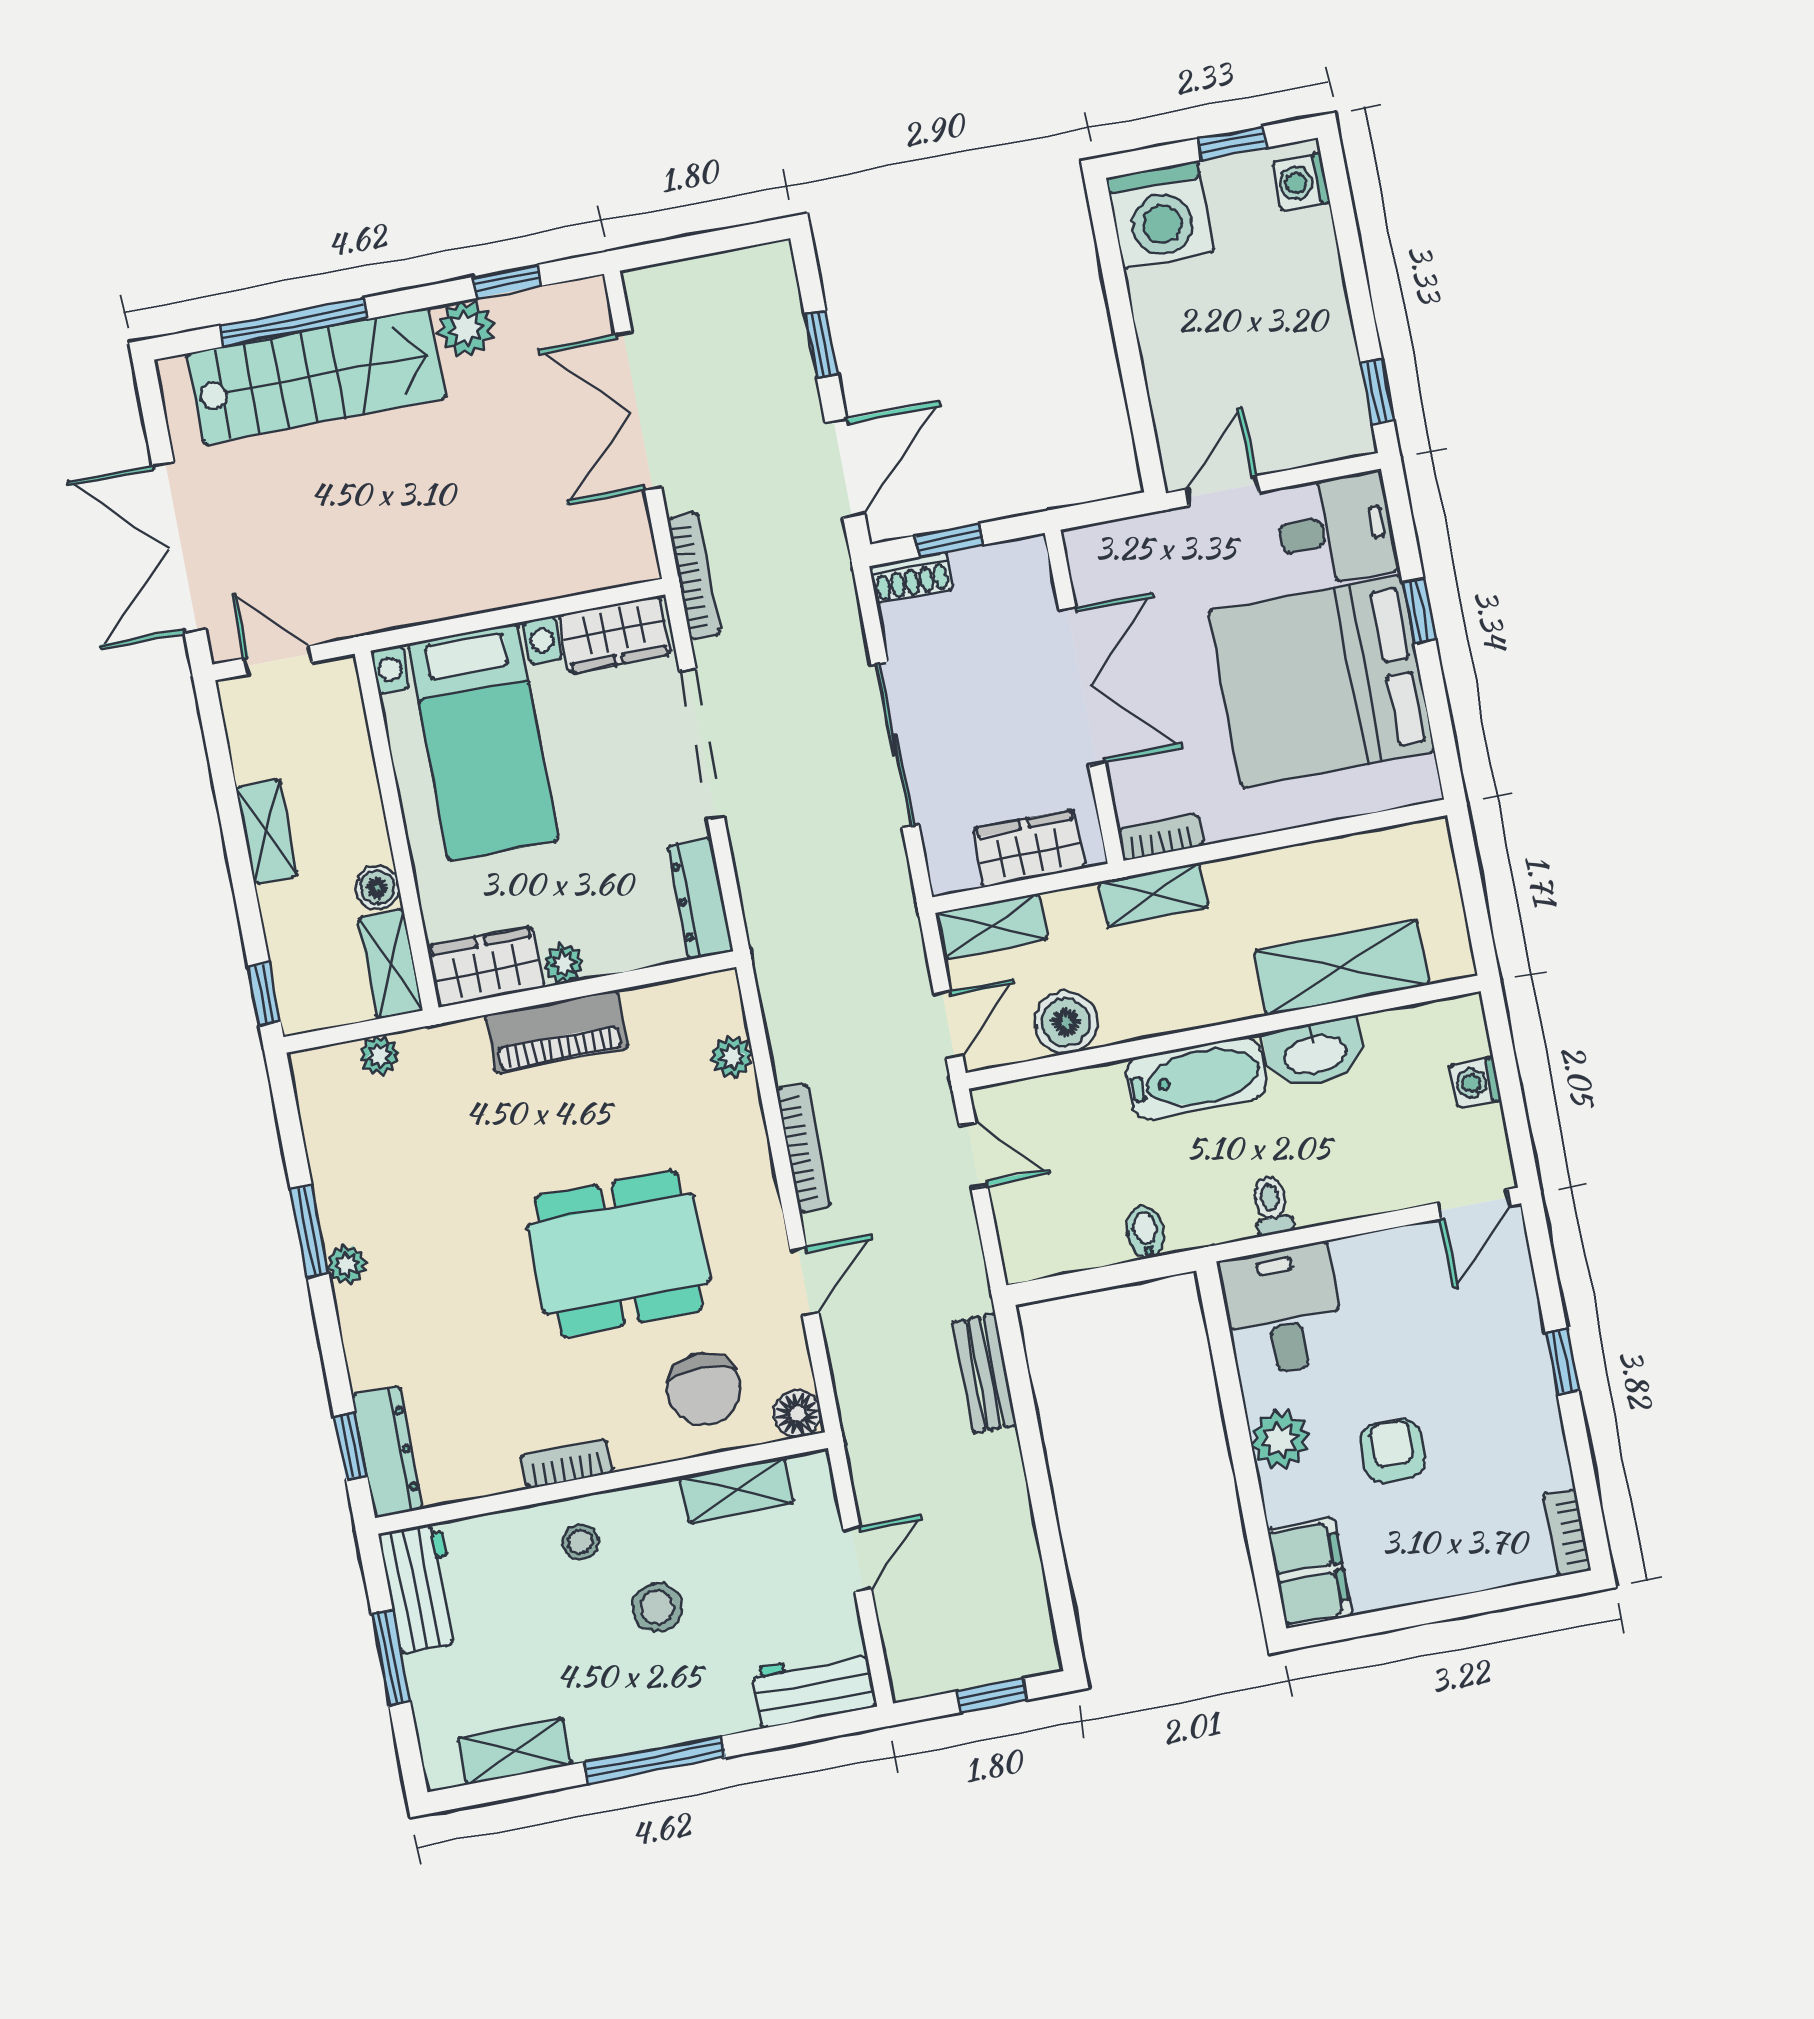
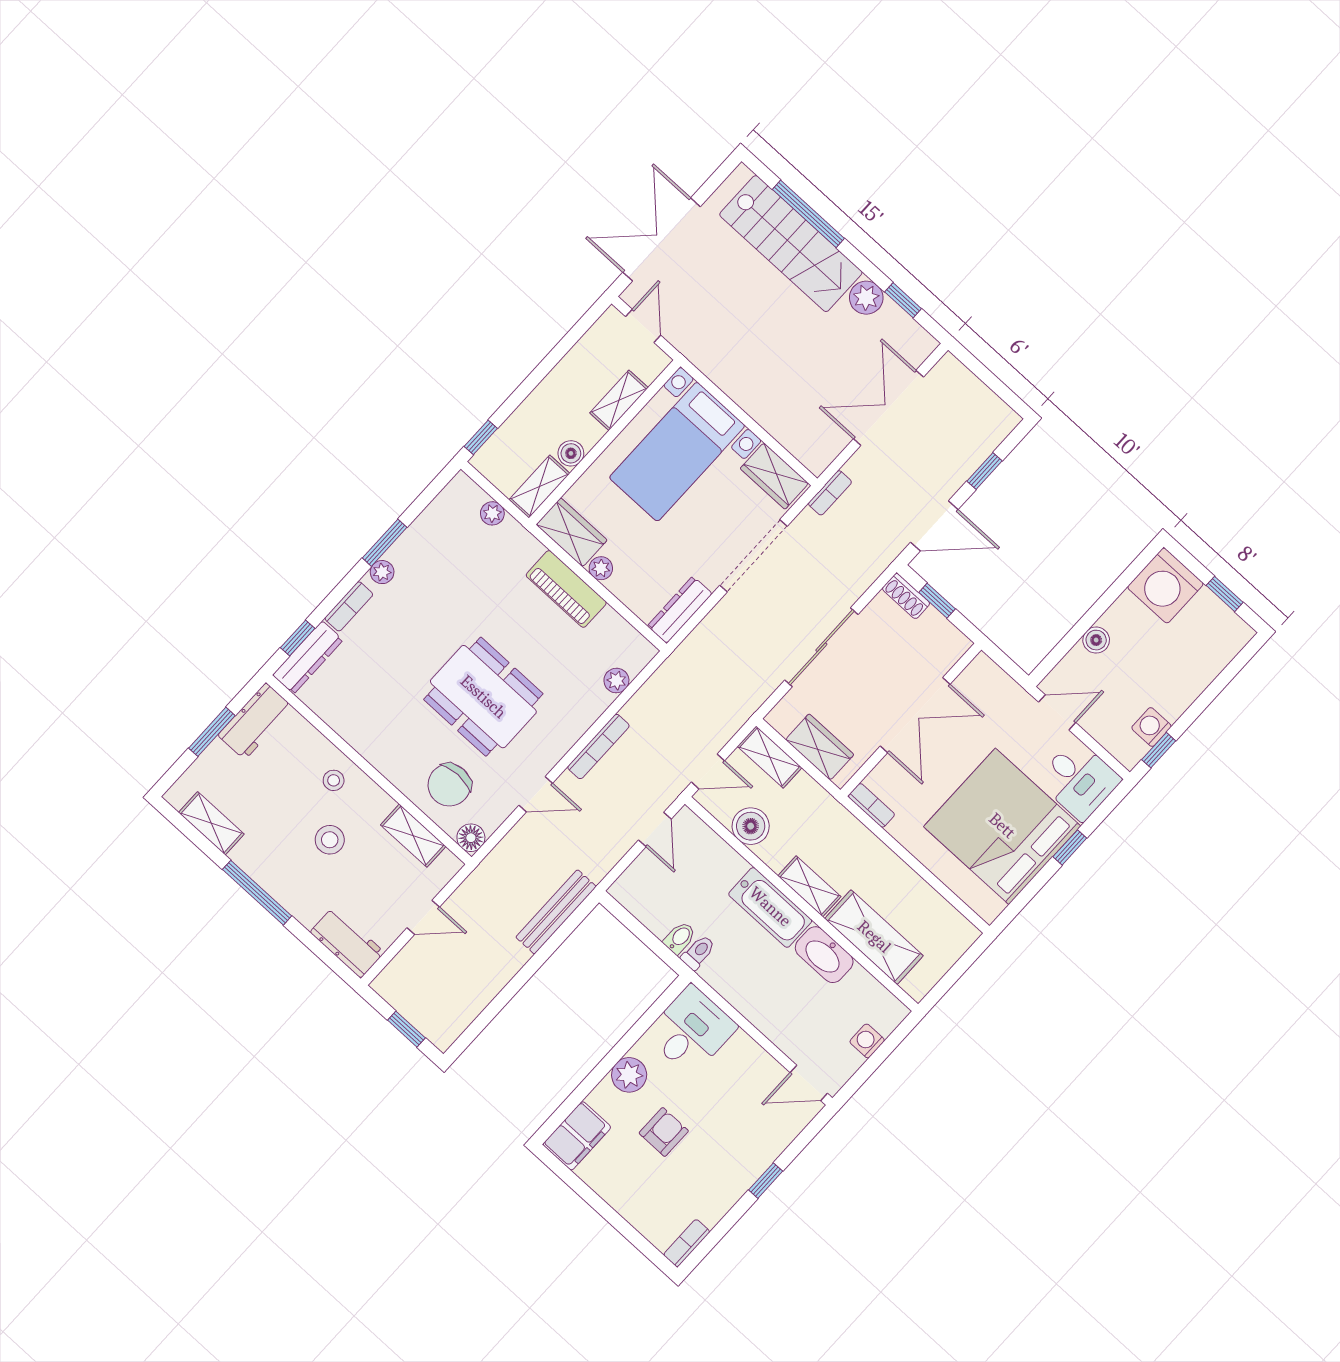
washing machine: (1301, 182) -> (1151, 727), moved
boiler: (1164, 364) -> (1096, 640), added
bookcase: (694, 576) -> (830, 493), width x0.64
shelving: (267, 831) -> (619, 400), moved
shelving: (1153, 895) -> (809, 886), moved
toilet: (1271, 1205) -> (698, 952), moved
bench: (985, 1373) -> (556, 912), width x1.36
bookcase: (567, 1464) -> (349, 606), moved, turned 90

